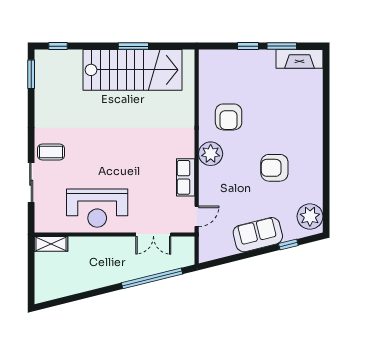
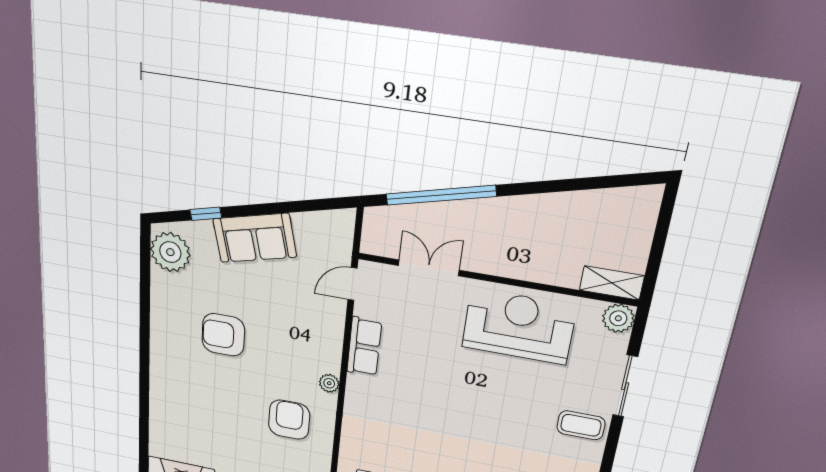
plant: (211, 154) -> (329, 383), width x0.53, depth x0.53
armchair: (274, 168) -> (223, 335), turned 180
plant: (43, 224) -> (618, 318), added

